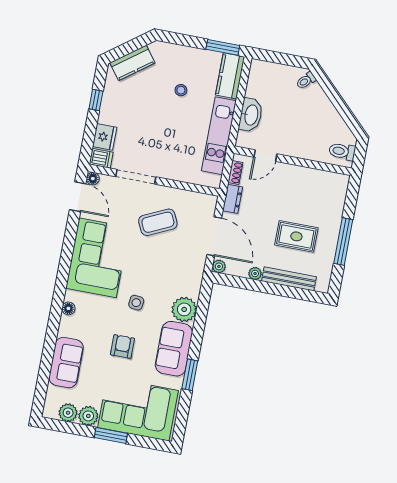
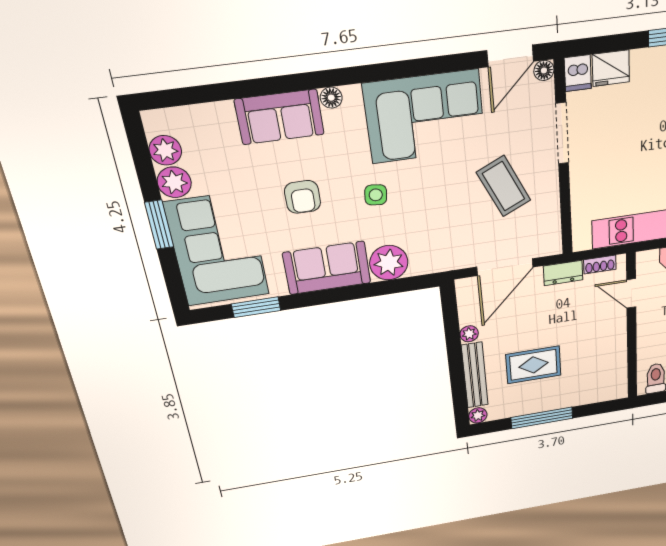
rug: (296, 236) -> (533, 365), turned 90
plant: (219, 266) -> (478, 415), moved
armchair: (122, 346) -> (303, 197), turned 90
sofa: (66, 363) -> (280, 117), moved
window: (190, 375) -> (256, 307), moved

